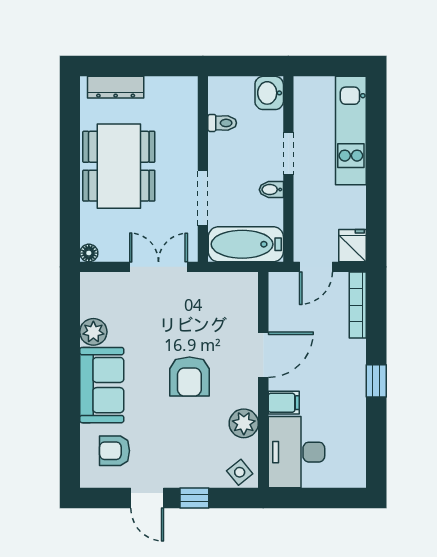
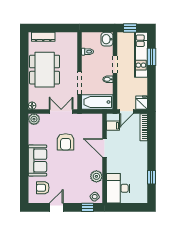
window: (325, 66) -> (130, 28), added
window: (376, 136) -> (151, 57), added
plant: (93, 332) -> (34, 119), moved
door: (263, 355) -> (105, 148), swing flipped
armchair: (189, 377) -> (66, 142), moved
window: (376, 381) -> (151, 177), moved
filing cabinet: (284, 403) -> (113, 126), moved
door: (147, 498) -> (56, 207), swing flipped
window: (194, 498) -> (88, 207), moved

